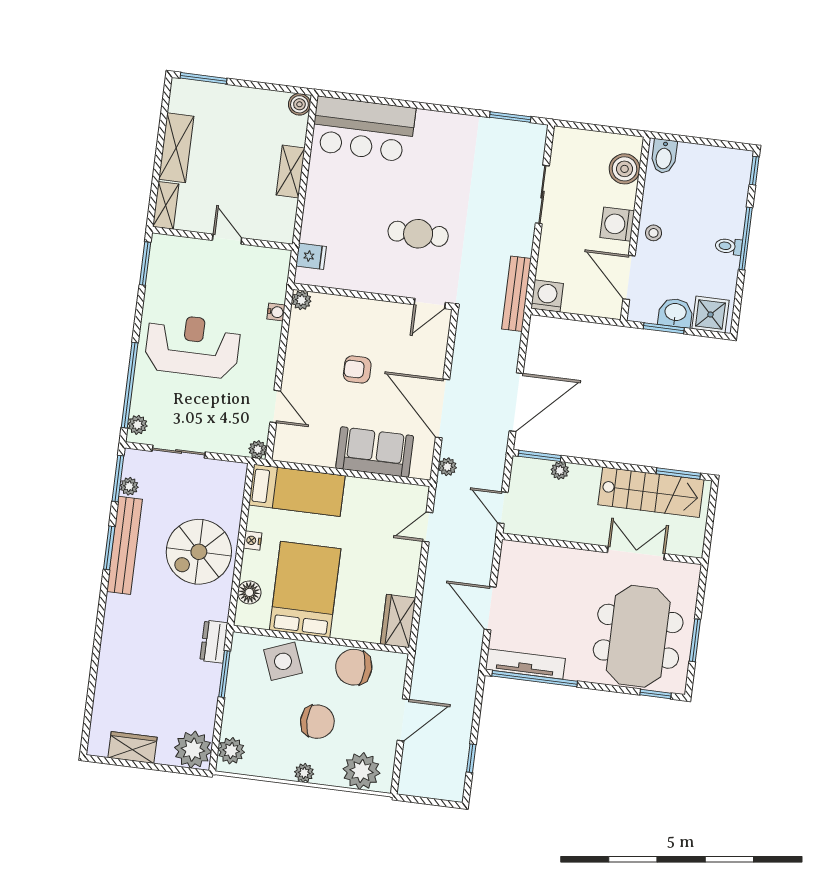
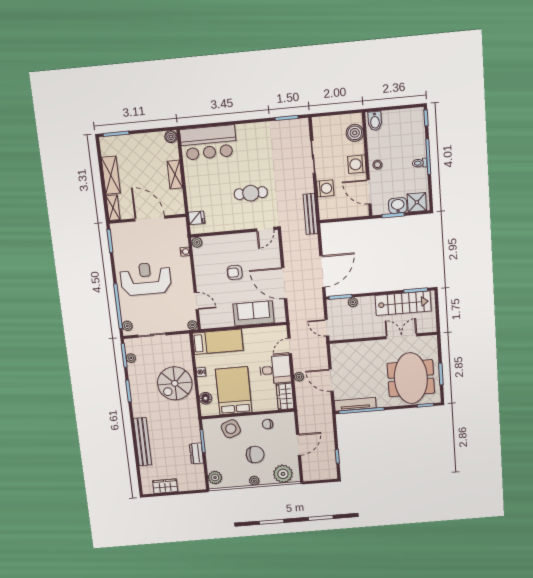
door: (227, 239) -> (150, 218), width x1.88
washing machine: (547, 296) -> (325, 188), moved, turned 90
plant: (447, 467) -> (299, 377), moved
bench: (124, 545) -> (143, 442), moved
desk: (391, 566) -> (275, 370), added
dresser: (214, 642) -> (196, 453), moved
chair: (354, 667) -> (268, 424), width x0.54, depth x0.54
plant: (193, 750) -> (196, 481), removed

